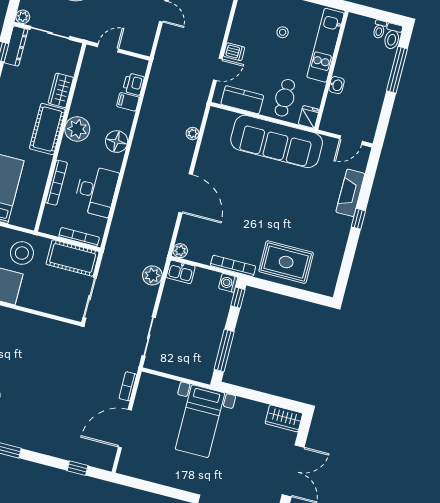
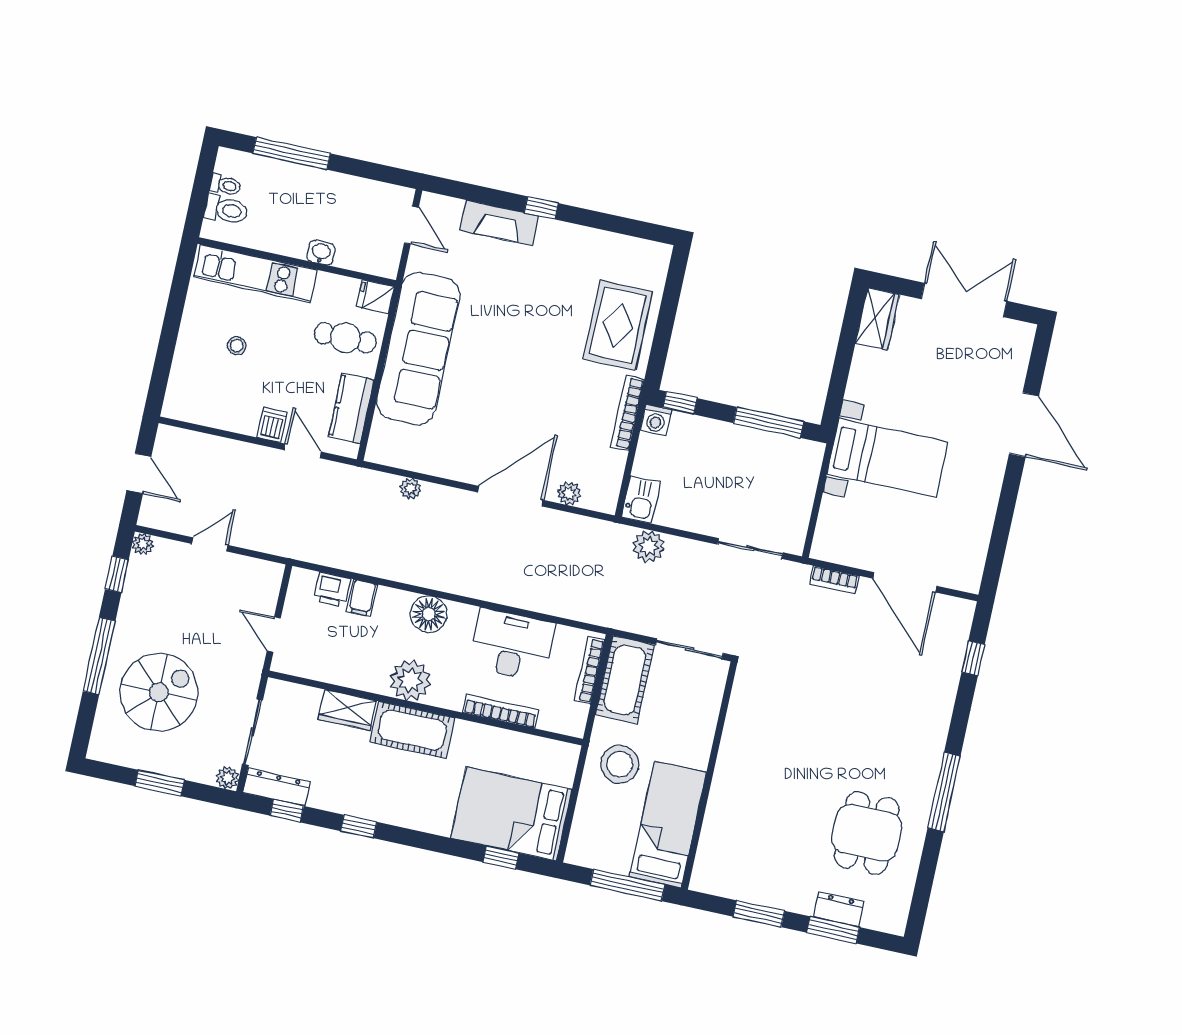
toilet: (393, 36) -> (226, 210), moved
plant: (180, 251) -> (569, 494), moved

